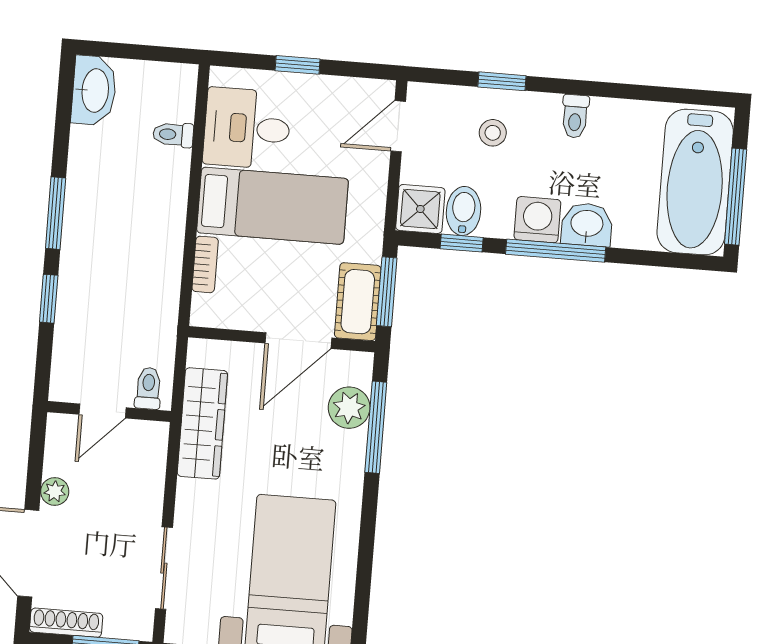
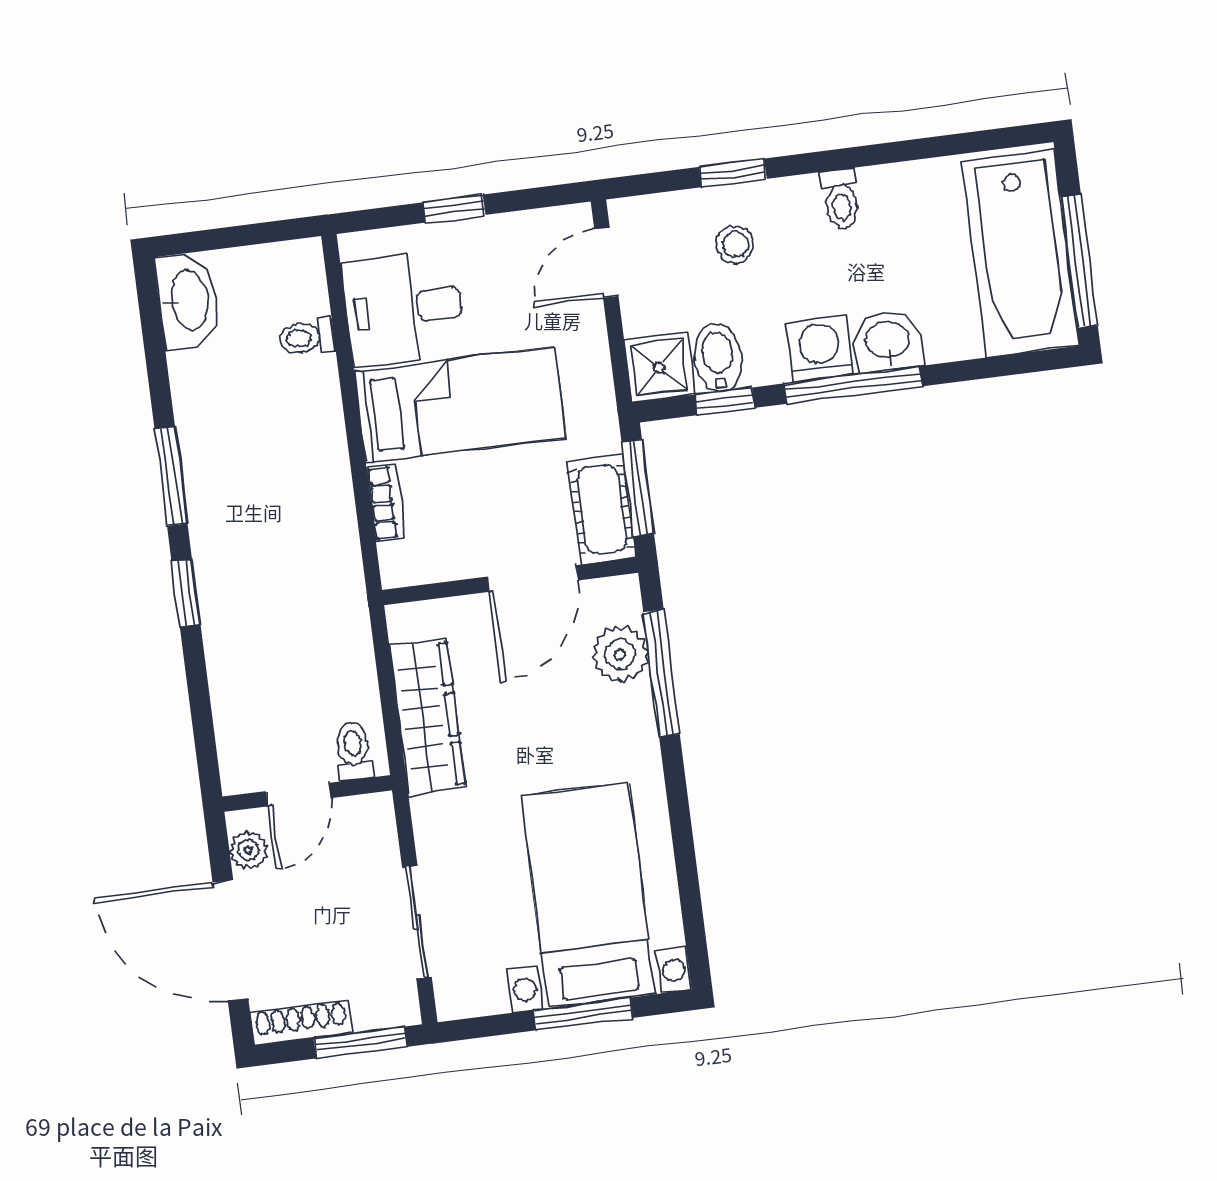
toilet: (148, 388) -> (353, 751), moved
door: (103, 411) -> (298, 795), moved
wall: (109, 412) -> (307, 793), moved

